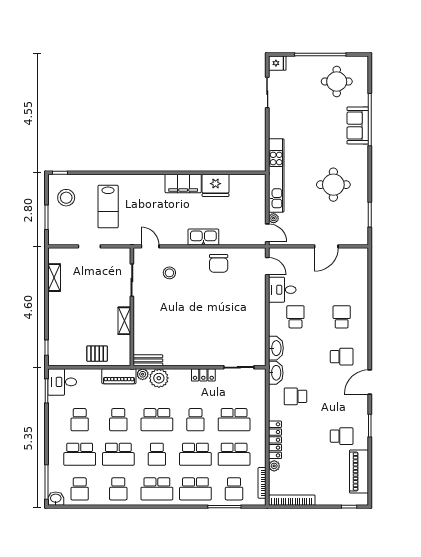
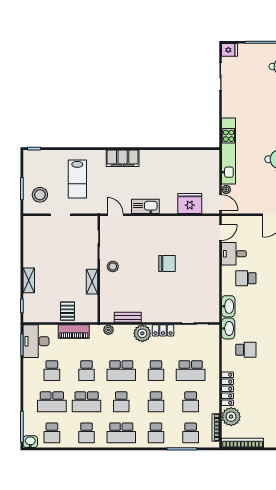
filing cabinet: (183, 183) -> (123, 158), moved
fridge: (216, 185) -> (190, 203), moved, turned 180
stool: (66, 198) -> (40, 195), moved
kitchen sink: (203, 237) -> (145, 206), moved
chair: (219, 263) -> (167, 264), moved, turned -90
door: (267, 266) -> (221, 233), hinge flipped
stool: (169, 273) -> (113, 266), moved
shelving: (54, 278) -> (29, 280), moved
school desk: (295, 317) -> (246, 278), turned -90
pallet: (97, 354) -> (67, 311), turned 90
bench: (148, 360) -> (128, 317), moved
piano: (119, 376) -> (74, 332), moved
plant: (159, 378) -> (142, 333), moved
desk: (62, 382) -> (36, 341), width x1.37
school desk: (295, 396) -> (246, 350), turned 180
school desk: (195, 454) -> (156, 402), width x0.54
school desk: (234, 454) -> (191, 402), width x0.54
plant: (274, 466) -> (231, 417), width x1.88, depth x1.88
school desk: (195, 489) -> (156, 433), width x0.54

